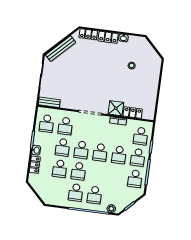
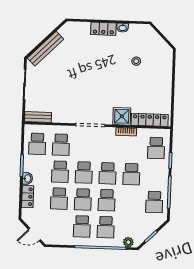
locker: (88, 34) -> (78, 27), removed
locker: (133, 113) -> (150, 120), width x1.53
school desk: (138, 157) -> (107, 200), moved
door: (37, 195) -> (34, 234), added

